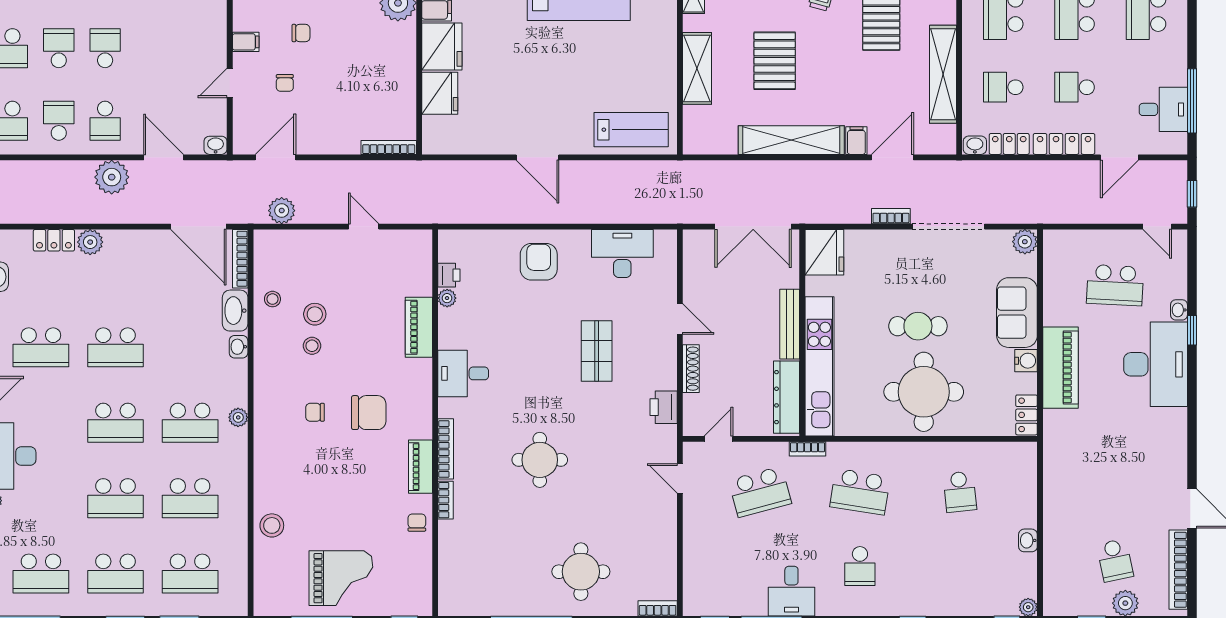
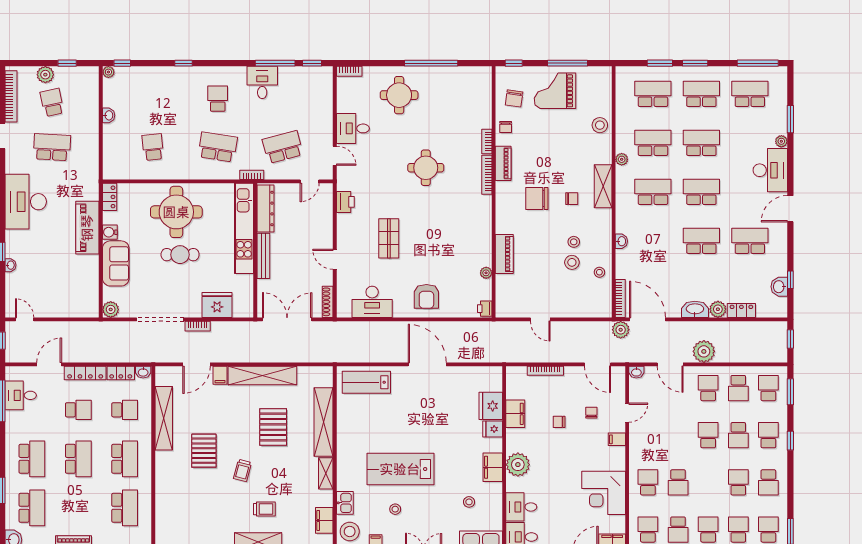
chair: (301, 33) -> (559, 422), moved
fridge: (442, 47) -> (493, 429), width x0.53, depth x0.75
school desk: (105, 48) -> (708, 435), turned 180
shelving: (697, 68) -> (324, 422), width x1.47
filing cabinet: (402, 81) -> (515, 414), added
bookcase: (389, 147) -> (545, 371), moved
door: (276, 157) -> (597, 364), hinge flipped
door: (537, 157) -> (427, 364), width x1.36
plant: (282, 211) -> (621, 330), moved
fridge: (824, 252) -> (217, 305), moved, turned 90
printer: (449, 275) -> (485, 309), moved
school desk: (1115, 285) -> (52, 147), moved
washbasin: (235, 311) -> (695, 309), moved, turned -90
desk: (1156, 364) -> (26, 202), moved
shoe rack: (691, 369) -> (328, 302), moved
desk: (463, 373) -> (353, 128), moved, turned 180
plant: (238, 417) -> (622, 159), moved
shelving: (267, 431) -> (603, 186), added
chair: (404, 567) -> (514, 98), added

